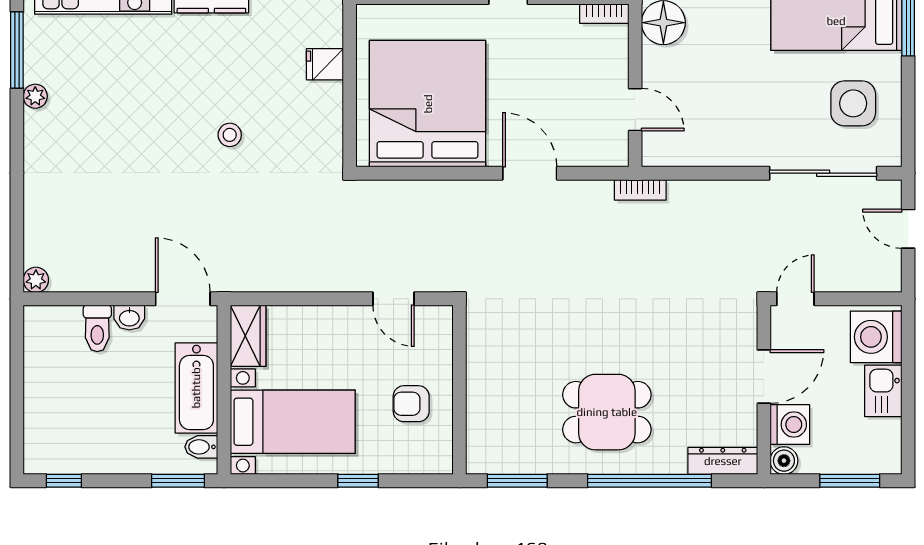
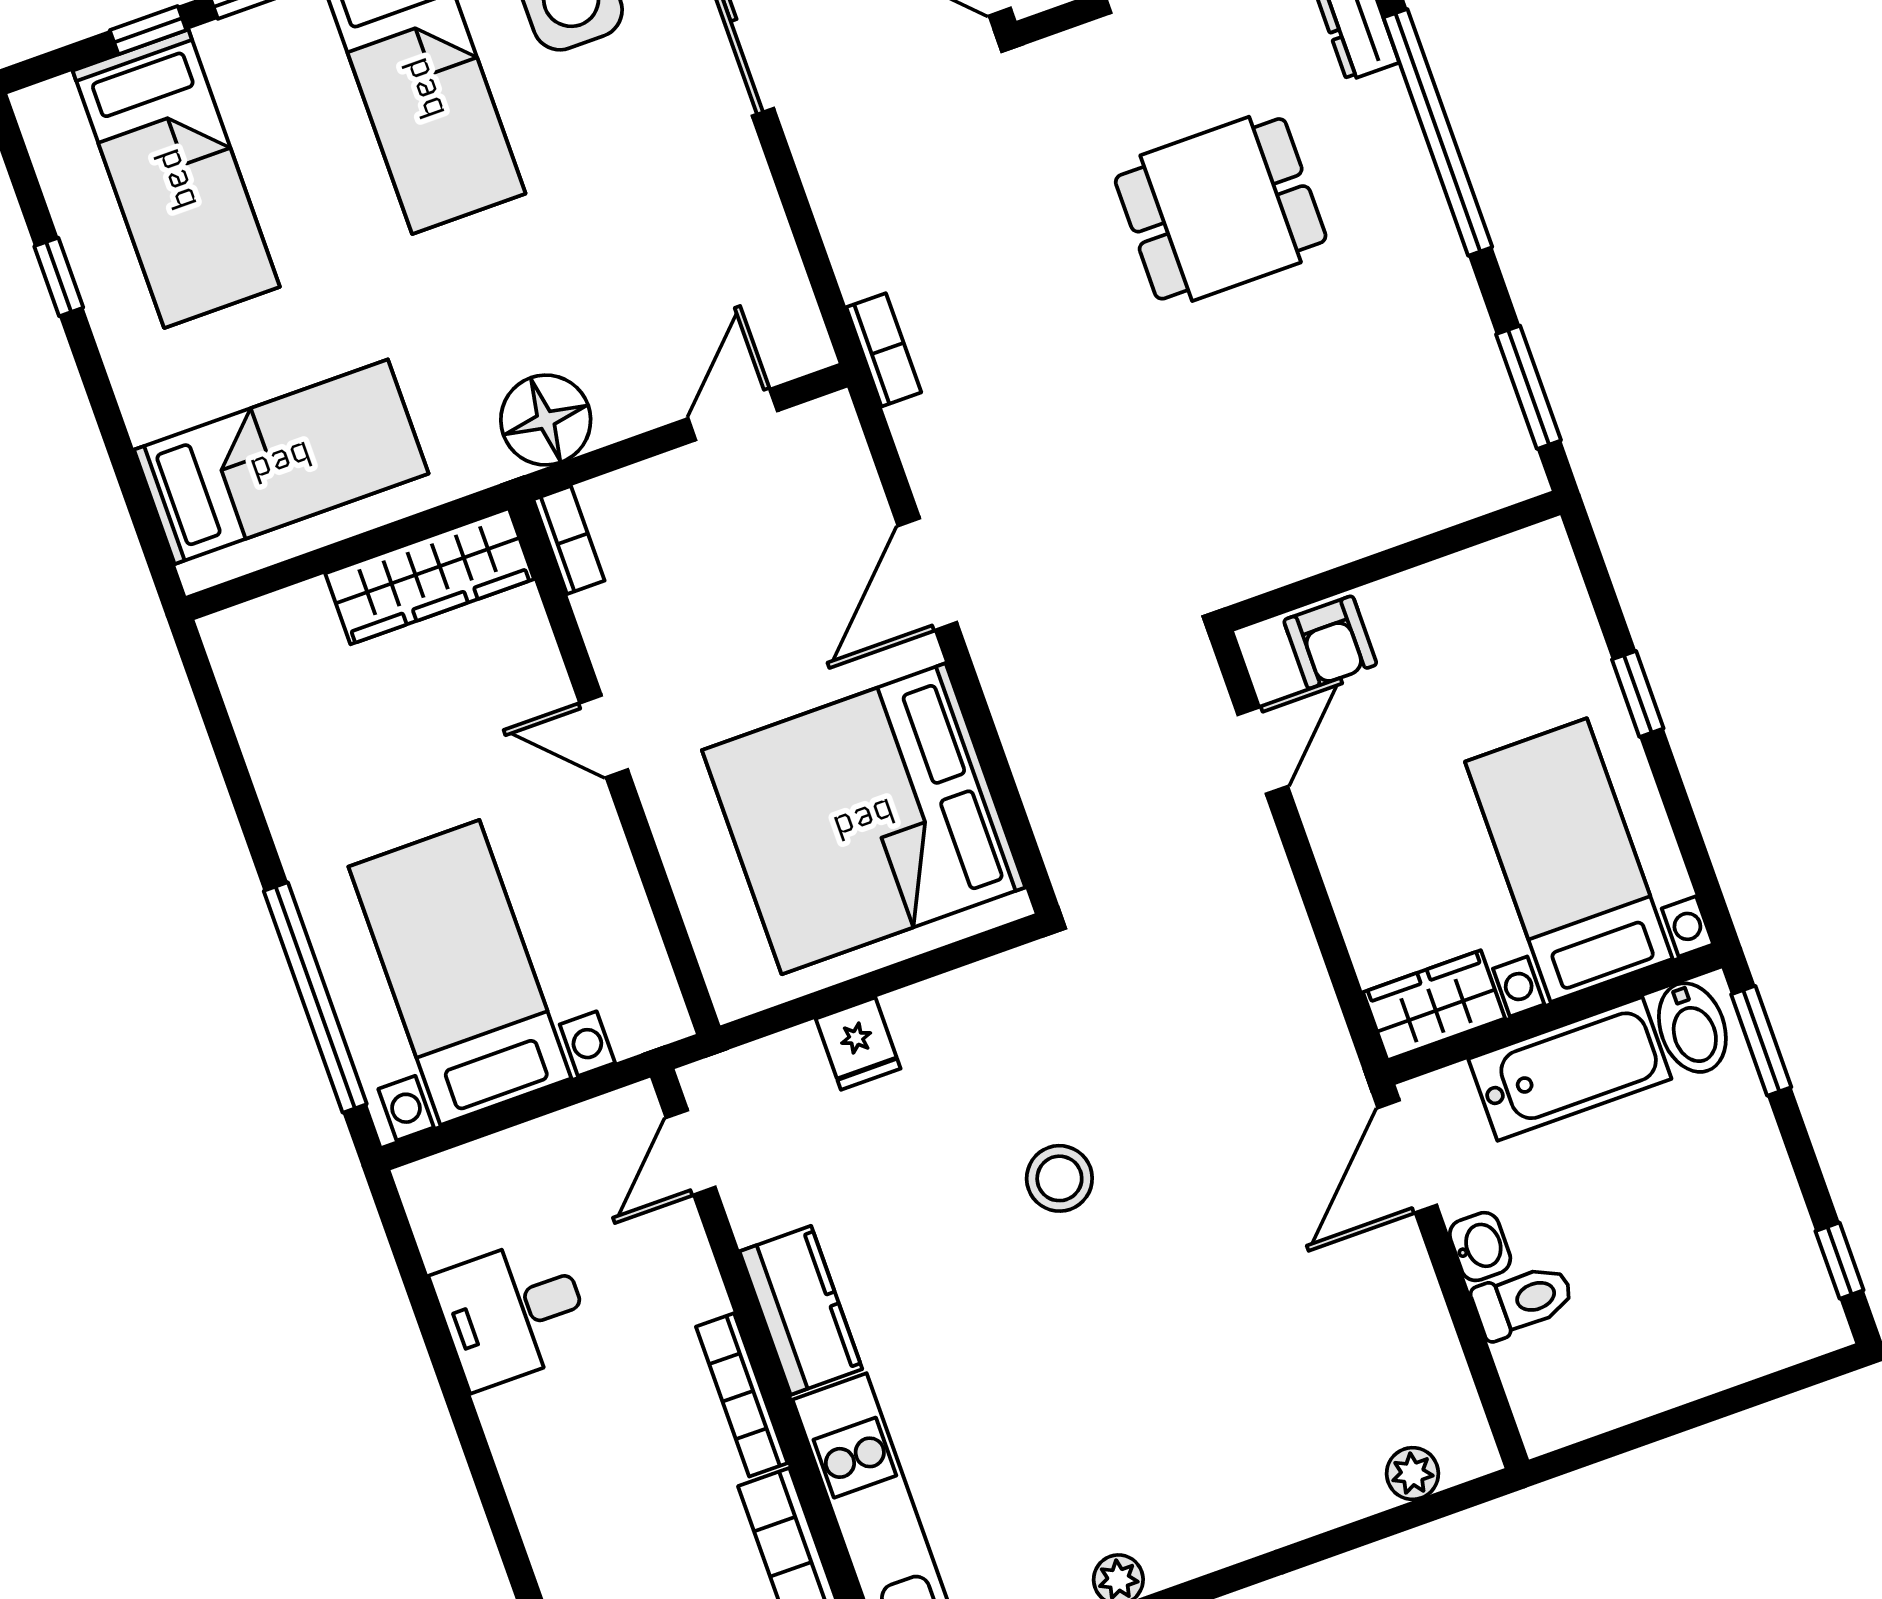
stool: (230, 135) -> (1059, 1178), width x1.37, depth x1.37
plant: (36, 280) -> (1413, 1474), moved
armchair: (411, 404) -> (1330, 642), moved
dining table: (607, 412) -> (1221, 209), moved, turned 90
bidet: (201, 447) -> (1692, 1028), width x1.38, depth x1.36

